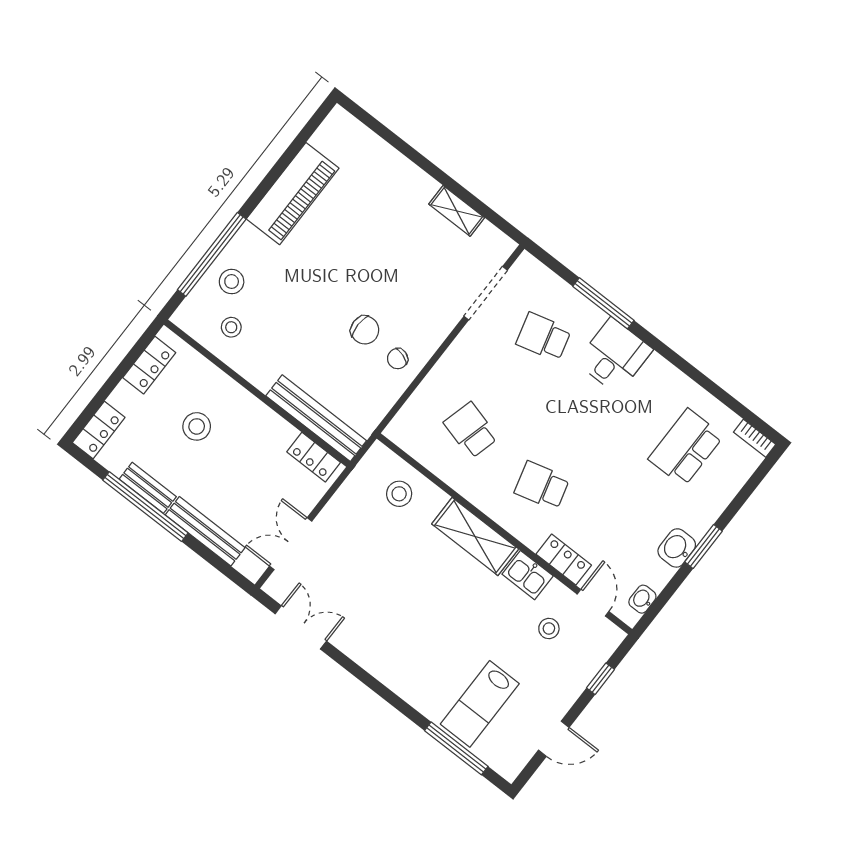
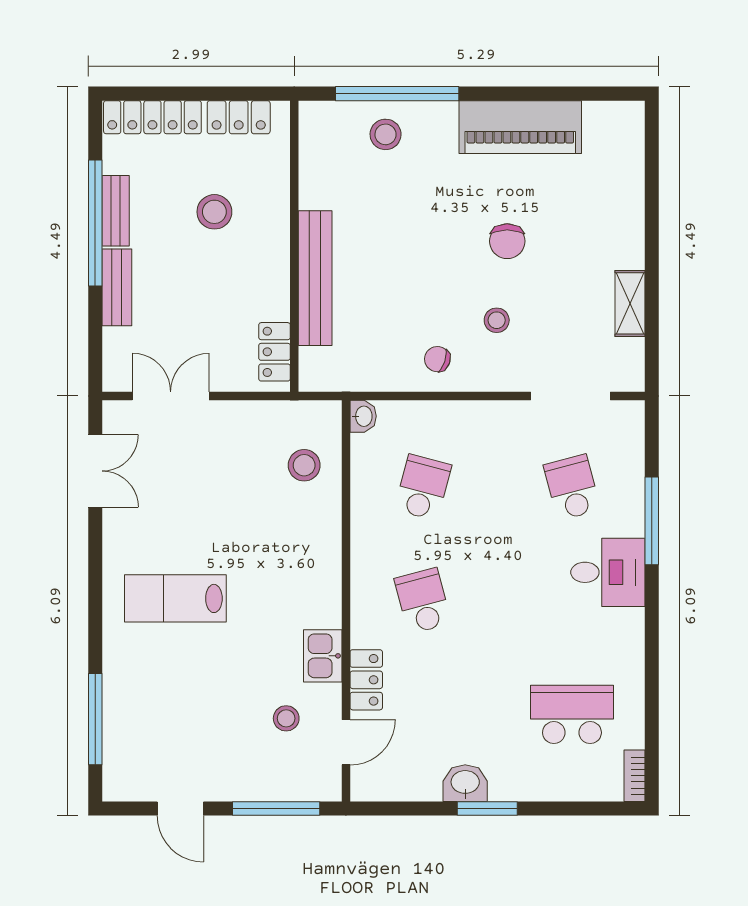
stool: (231, 327) -> (497, 320), moved
chair: (365, 330) -> (507, 241), moved
bench: (316, 418) -> (315, 278), moved
locker: (99, 430) -> (152, 117), width x1.53
bench: (205, 531) -> (117, 287), width x0.73
shelving: (475, 536) -> (321, 574), removed
washbasin: (642, 599) -> (363, 416), moved, turned 90
window: (600, 679) -> (276, 809), width x2.17
lab bench: (480, 704) -> (175, 598), moved

